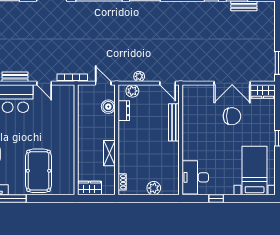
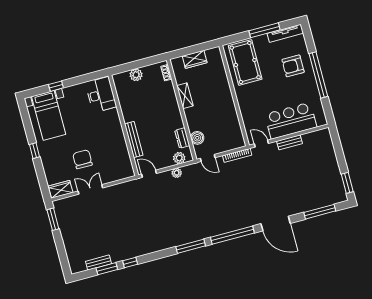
double door: (232, 83) -> (90, 189), width x0.73
chair: (232, 116) -> (83, 159), turned 90
wall: (76, 140) -> (234, 96), moved
window: (216, 198) -> (56, 86), moved

